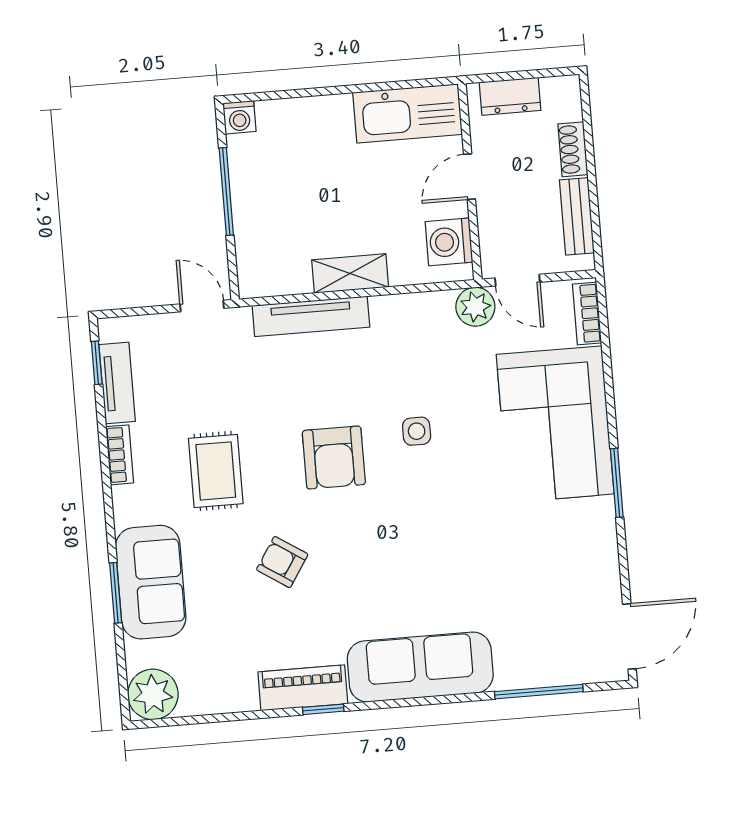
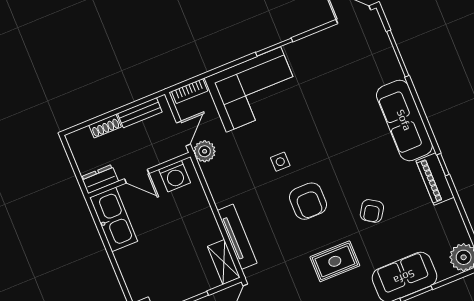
dresser: (510, 96) -> (100, 179), moved, turned -90
shelving: (350, 273) -> (224, 262), moved
armchair: (334, 458) -> (308, 201), turned 90

